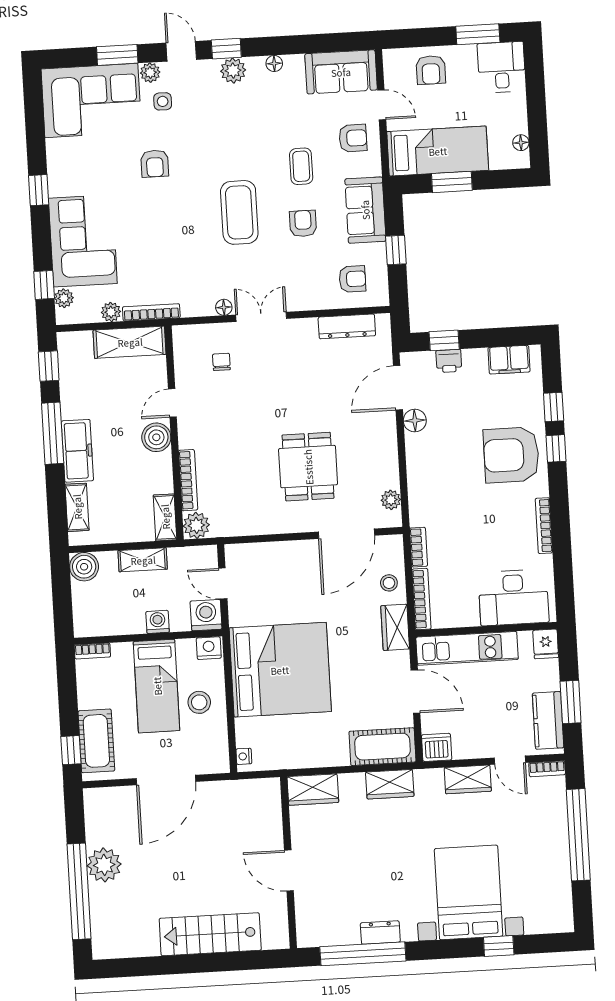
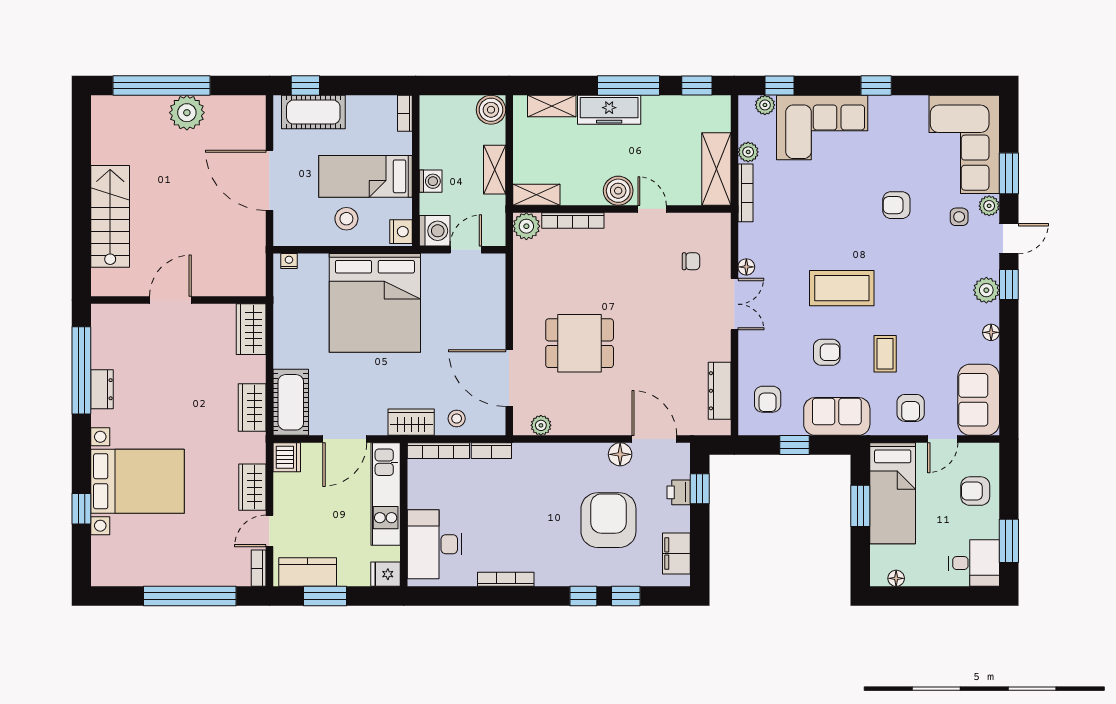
coffee table: (301, 166) -> (885, 354), turned 90
armchair: (511, 455) -> (608, 520), moved

